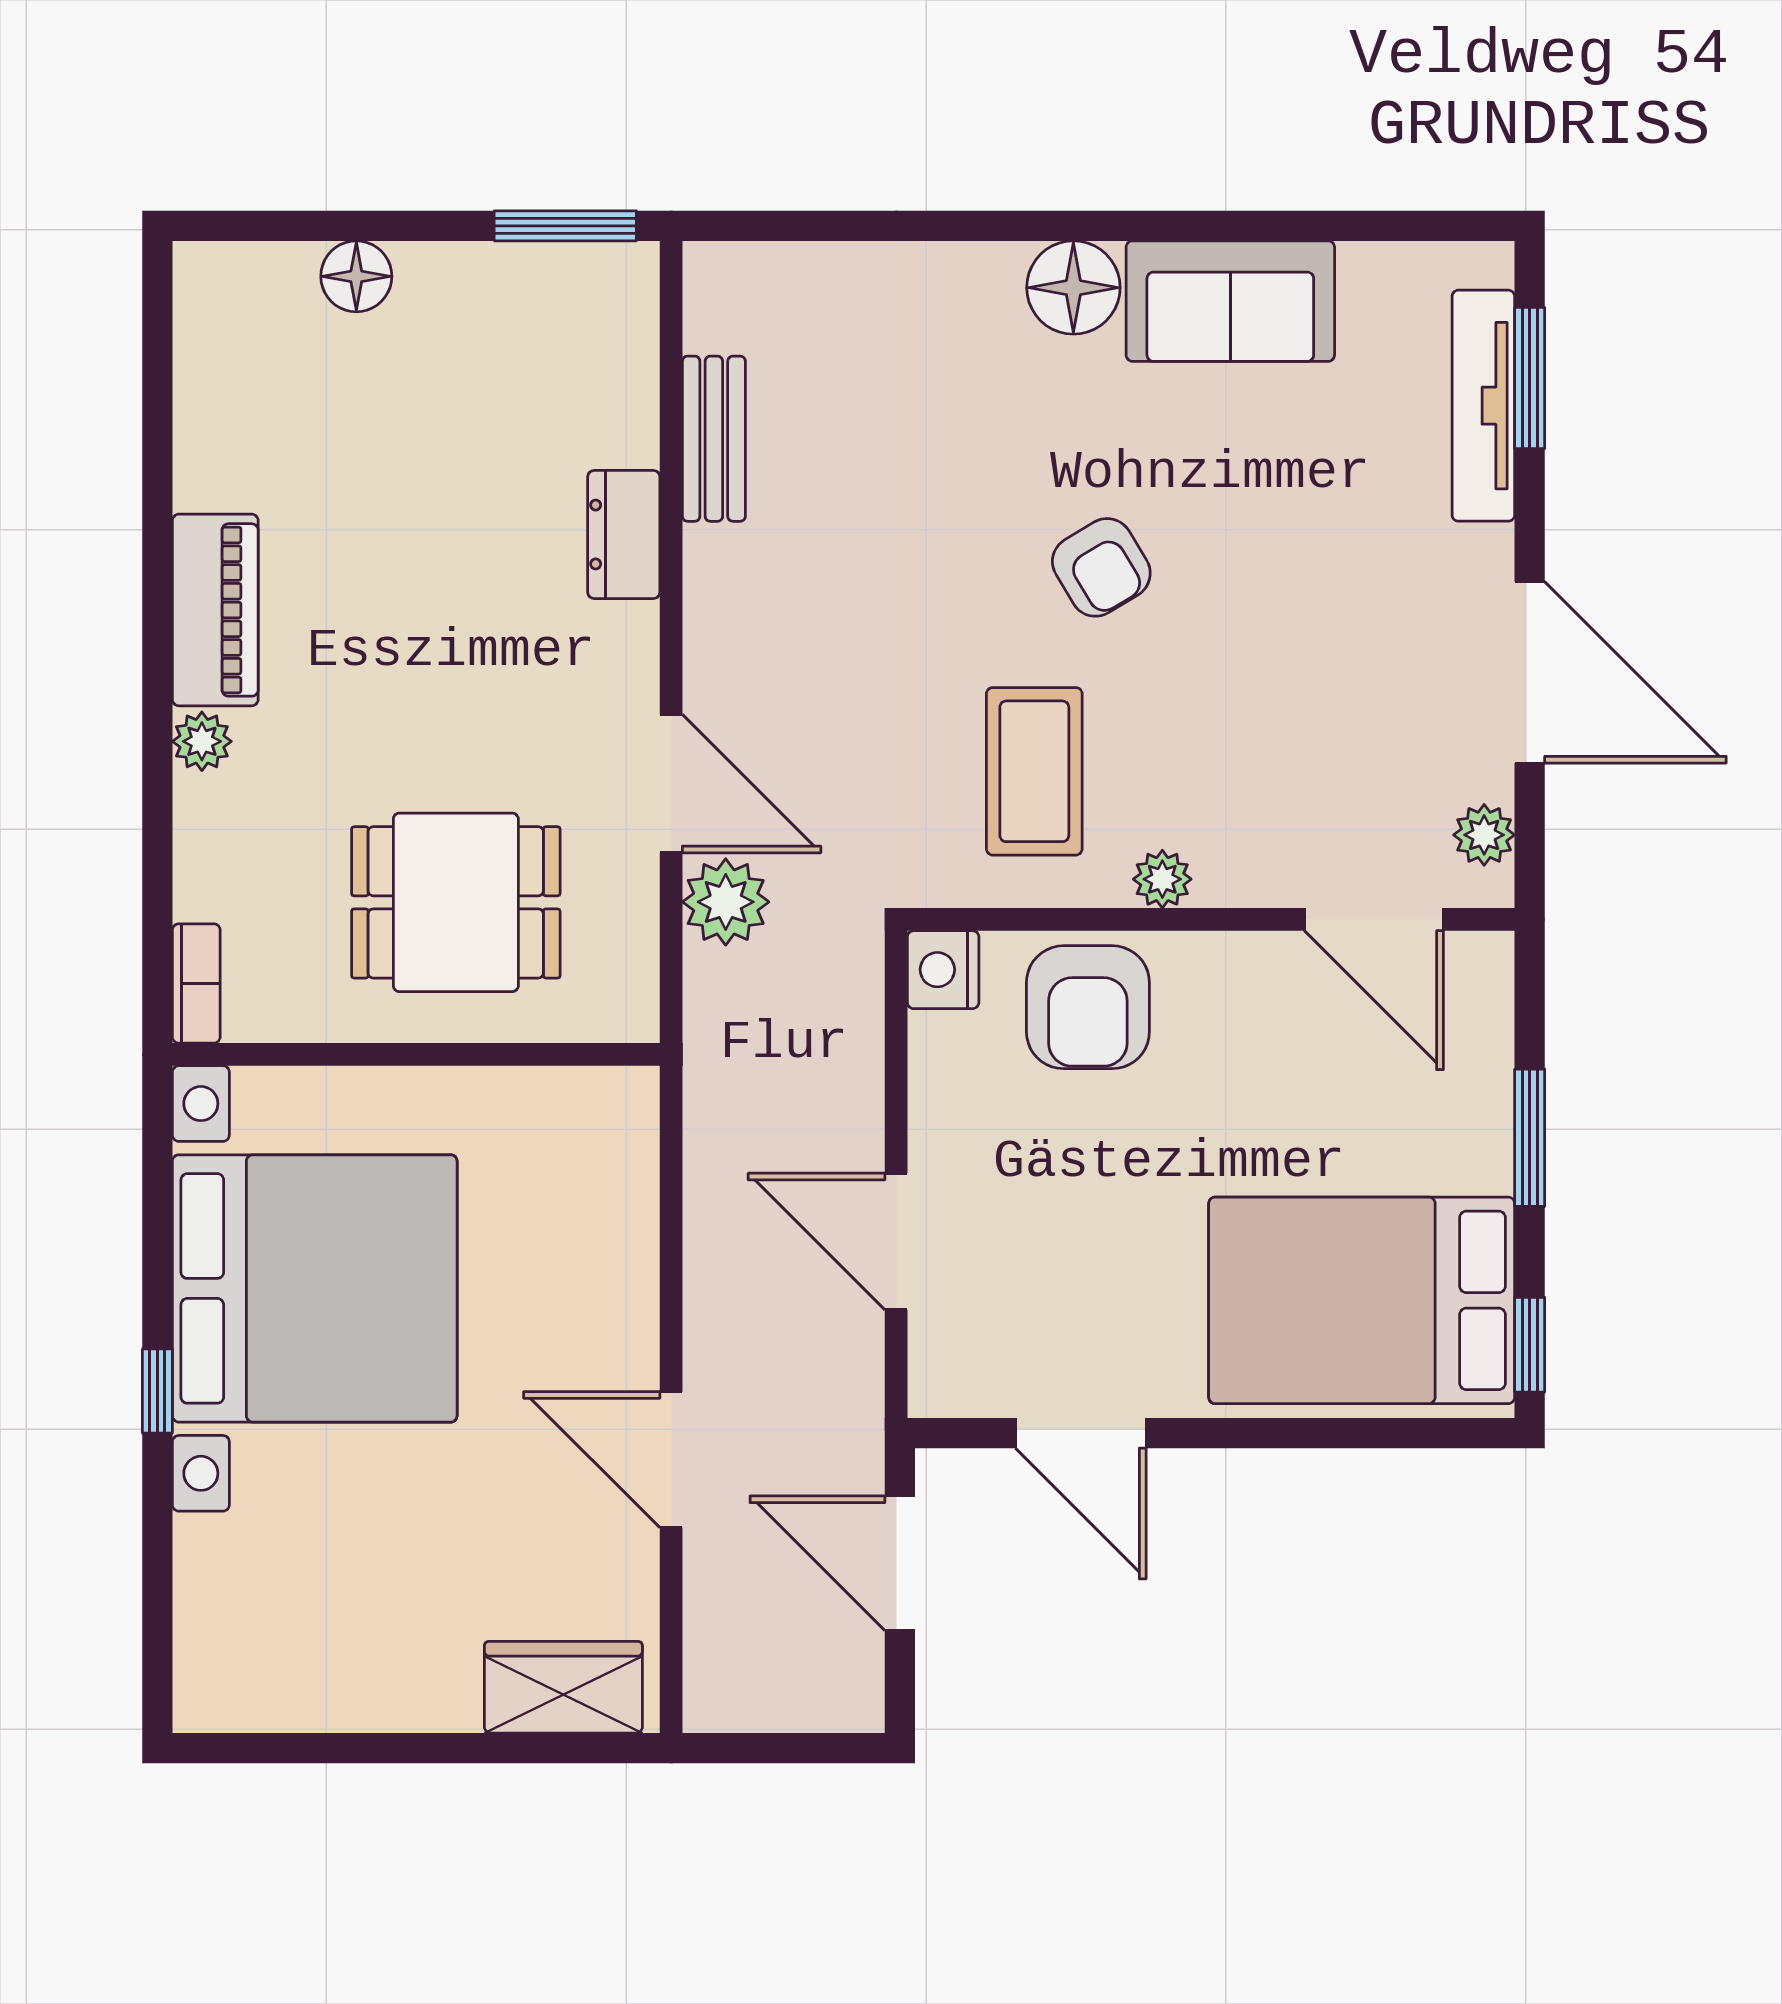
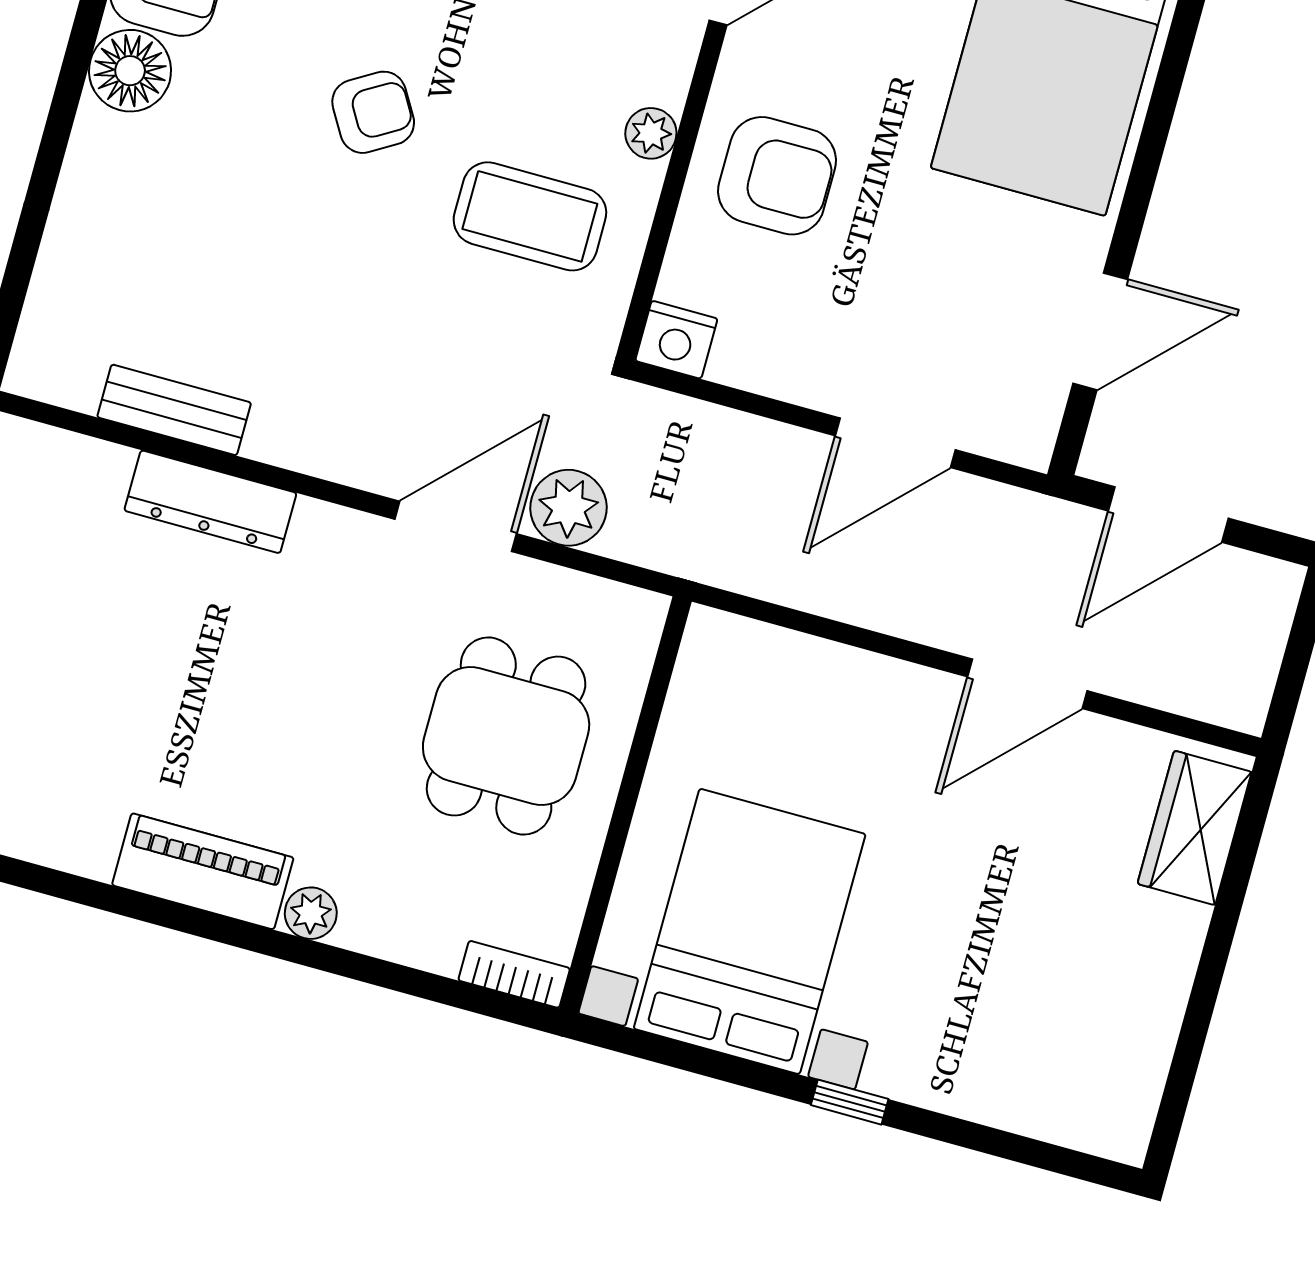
dresser: (624, 534) -> (210, 502), width x1.44
armchair: (1088, 1007) -> (777, 176), moved
bed with nightstands: (315, 1288) -> (750, 931), width x0.73

